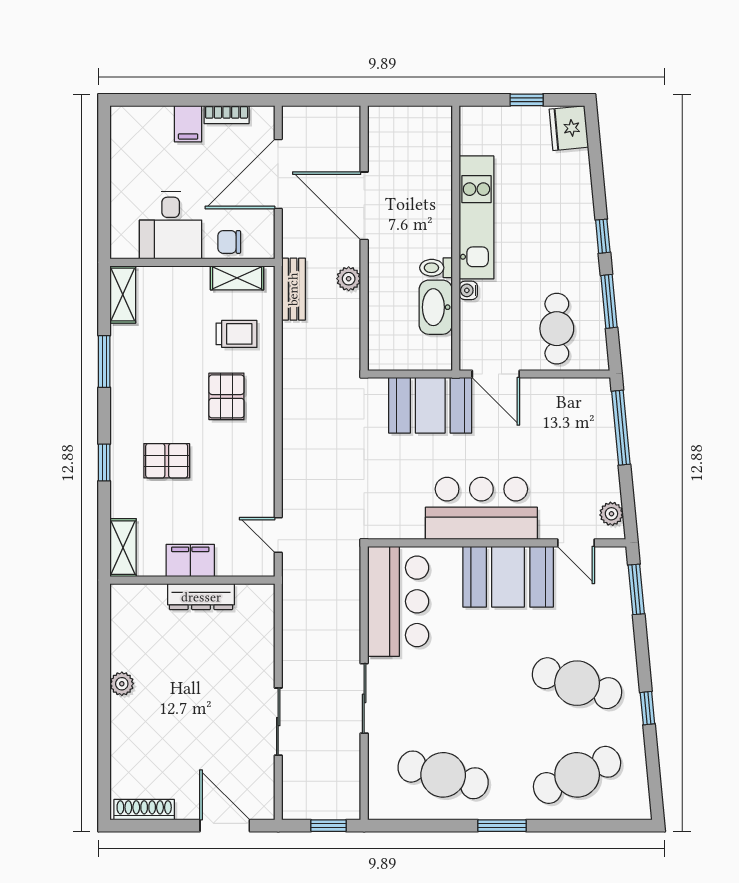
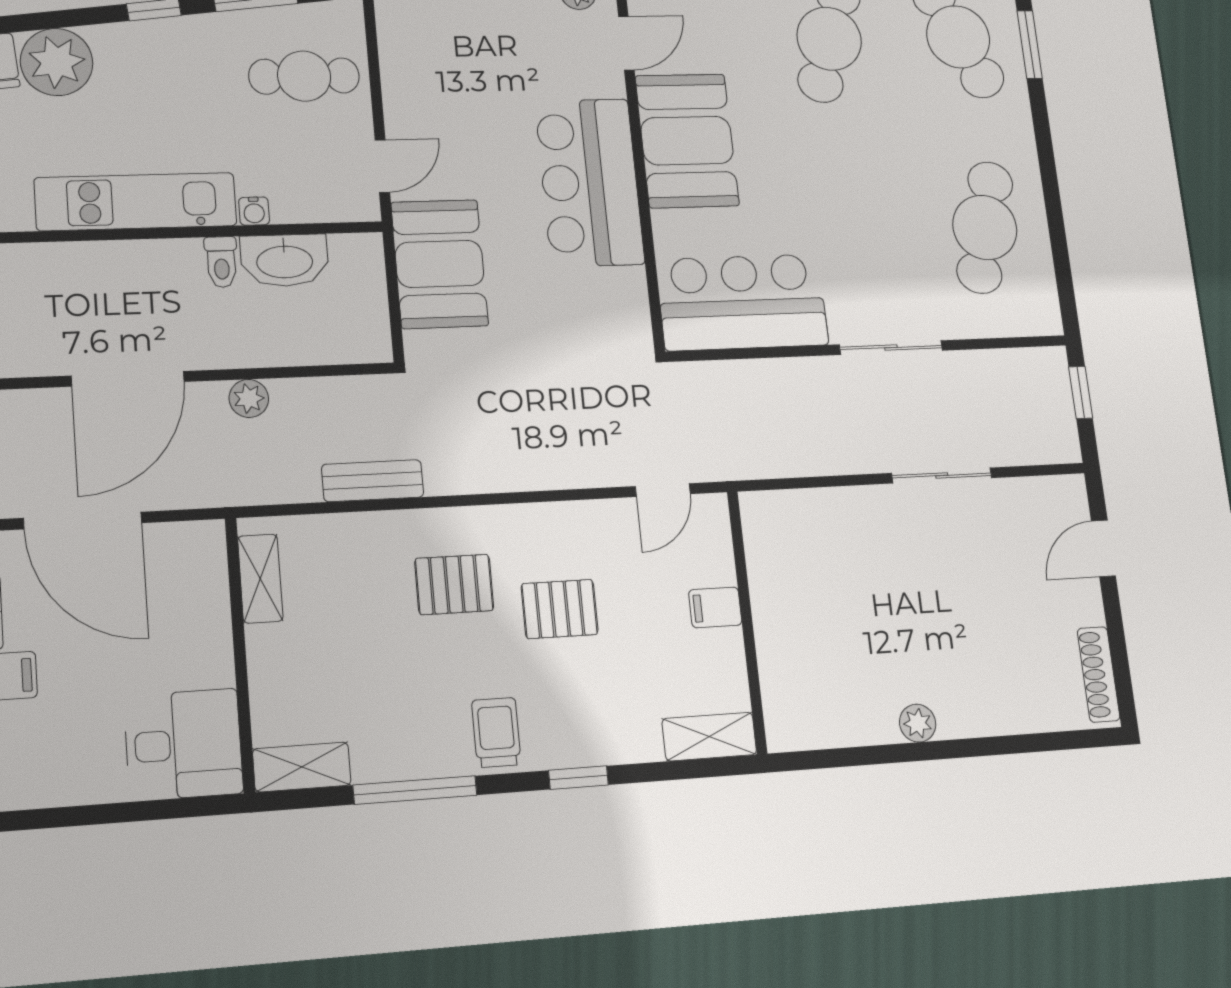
plant: (569, 174) -> (57, 62), added
desk: (171, 225) -> (184, 745), moved
chair: (229, 242) -> (202, 595), removed
bench: (293, 289) -> (373, 481), moved
trolley: (236, 334) -> (496, 732), moved
window: (104, 361) -> (415, 790), width x1.44
door: (496, 374) -> (382, 166), width x0.73
pallet: (167, 461) -> (560, 609), moved, turned 90
filing cabinet: (190, 561) -> (715, 607), width x0.50
dresser: (201, 597) -> (771, 606), removed
door: (225, 826) -> (1103, 548), width x0.73
window: (502, 826) -> (1030, 44), moved

